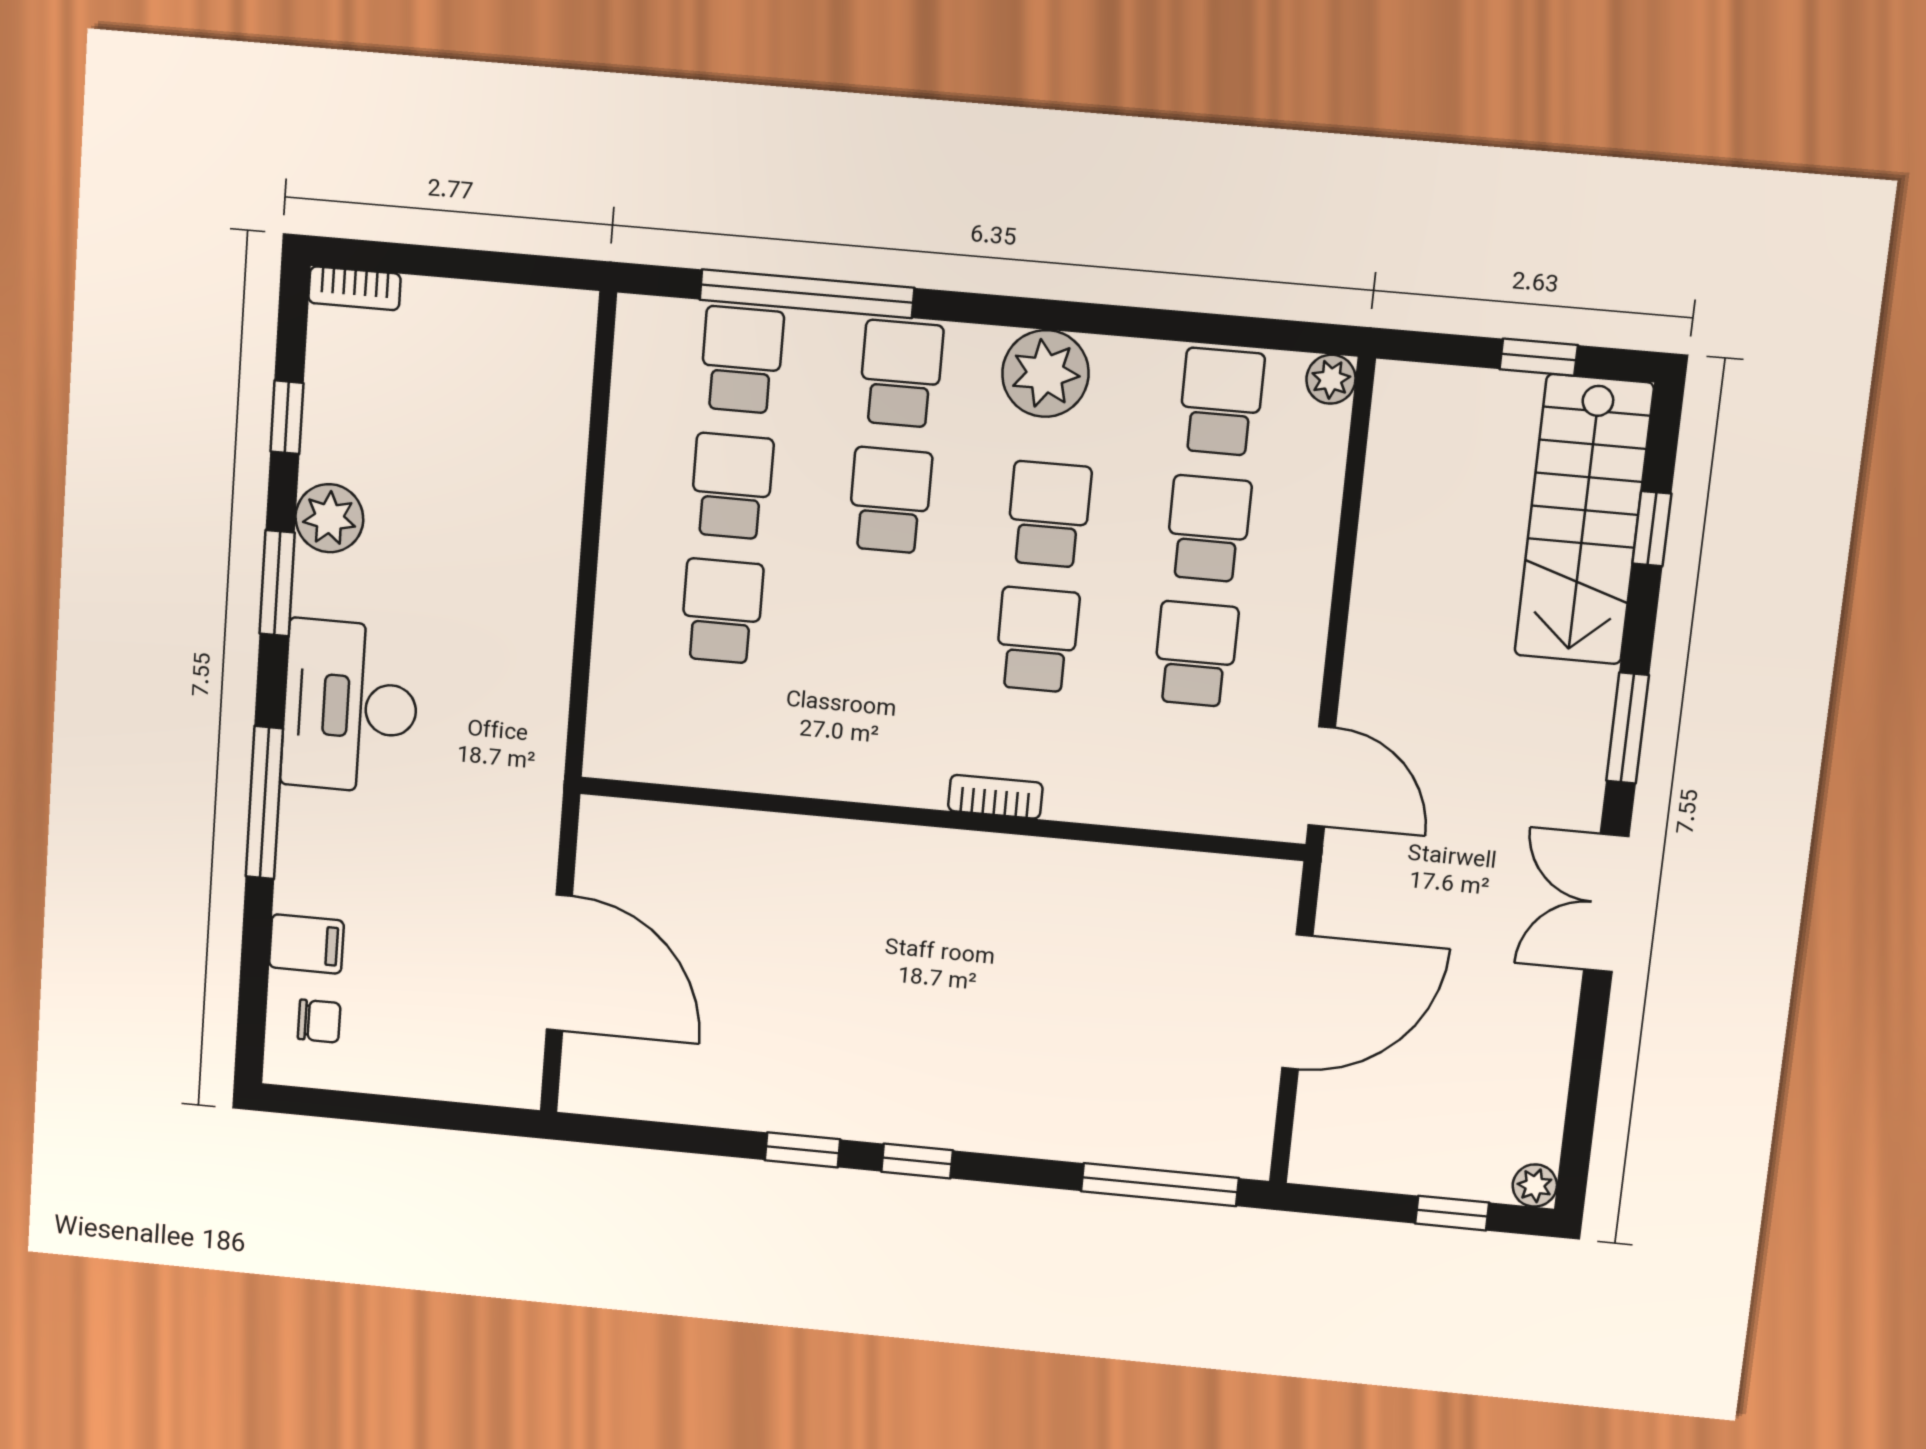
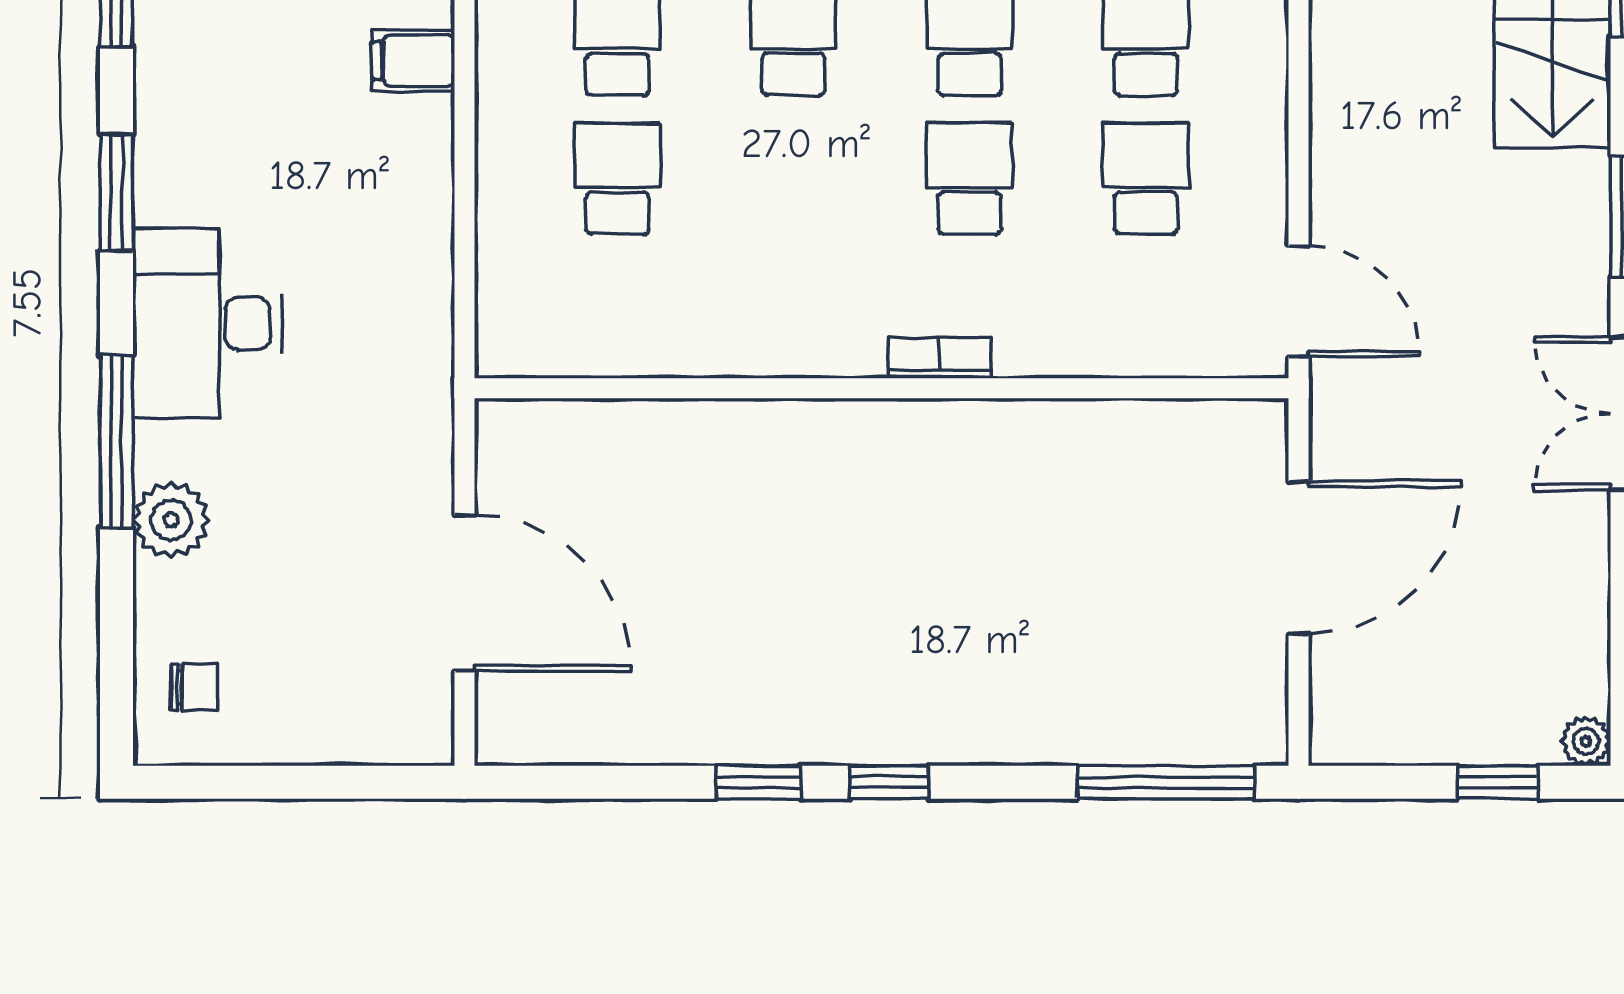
plant: (329, 518) -> (171, 520), moved
filing cabinet: (307, 944) -> (413, 61), moved, turned 180

